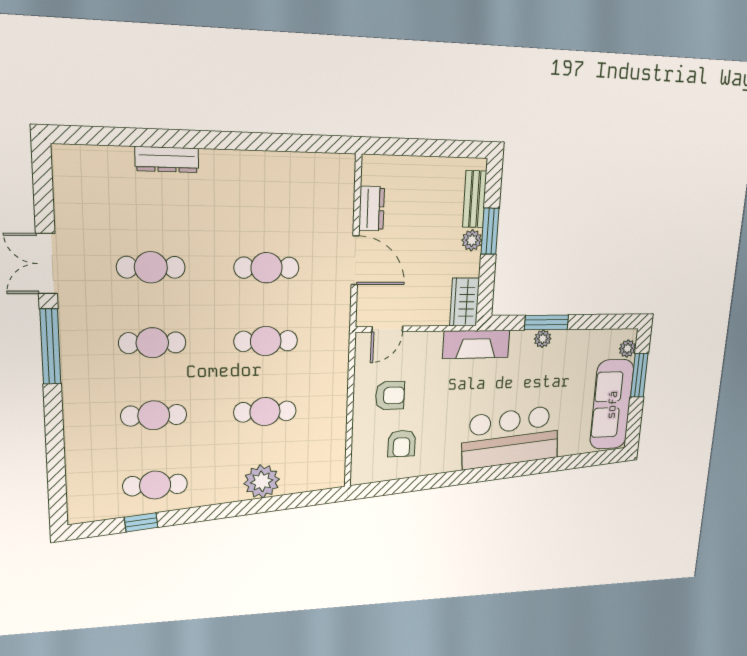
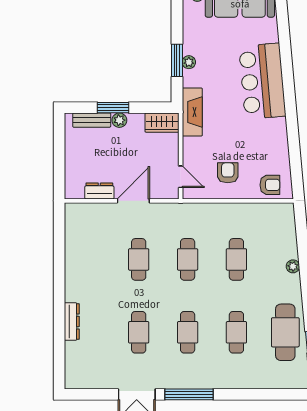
armchair: (402, 444) -> (270, 185), moved
plant: (262, 481) -> (293, 266), width x0.53, depth x0.53
cafe table: (155, 485) -> (285, 332), width x1.37, depth x1.35

